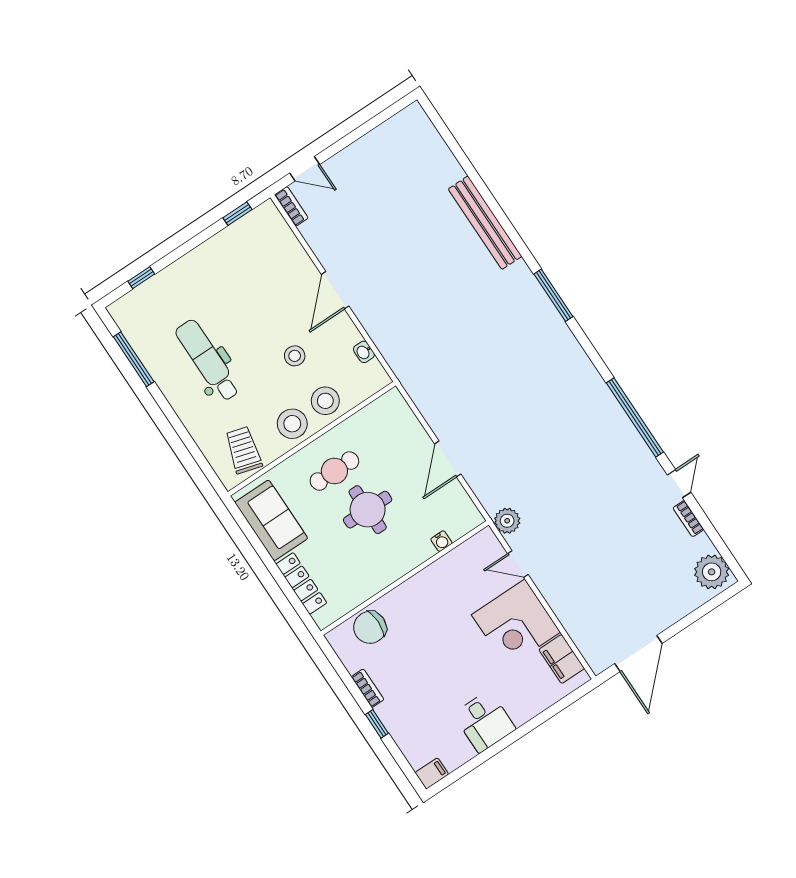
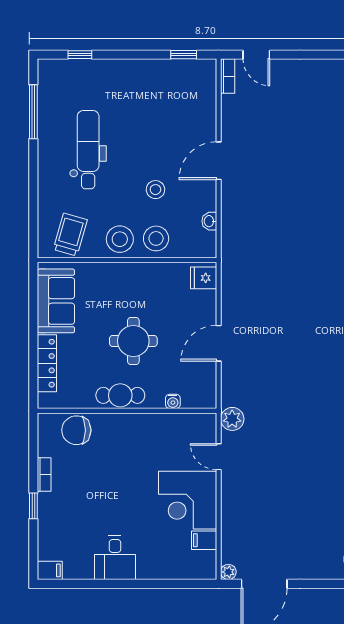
fridge: (394, 408) -> (204, 278), added
cafe table: (334, 471) -> (120, 395), moved
filing cabinet: (562, 659) -> (204, 540), width x0.50
plant: (598, 665) -> (228, 572), added

